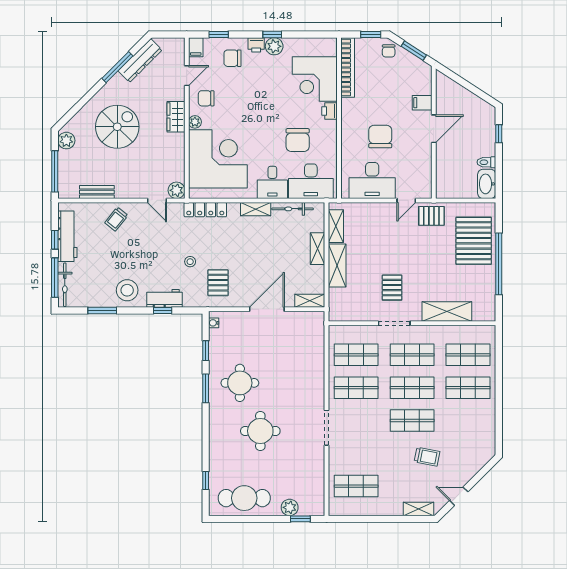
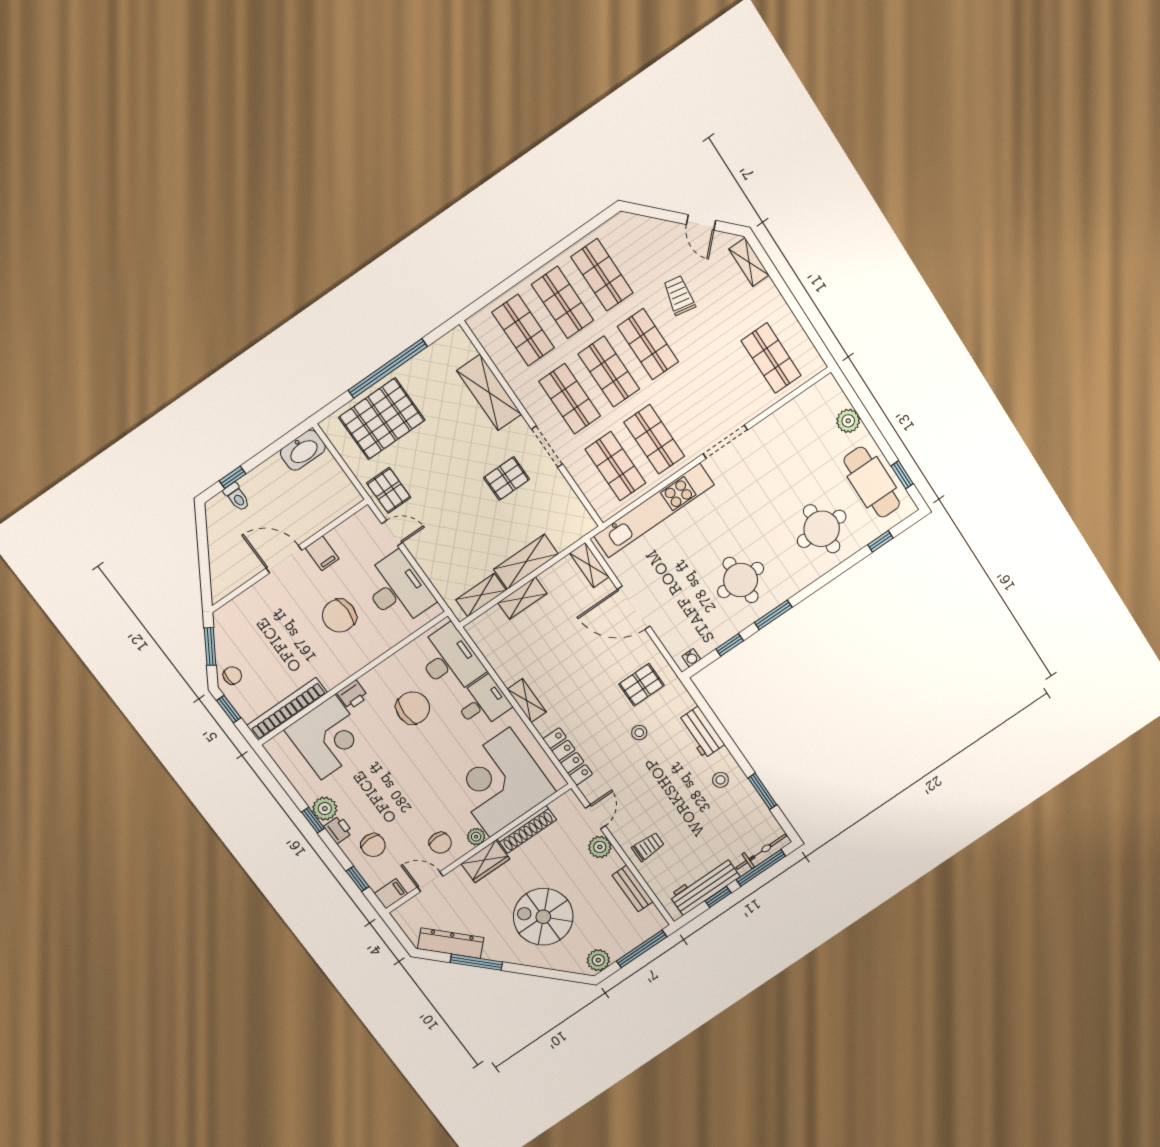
filing cabinet: (422, 103) -> (322, 553), moved
shoe rack: (178, 155) -> (527, 829), added
toilet: (486, 162) -> (237, 497), moved
plant: (176, 190) -> (600, 847), moved
bicycle: (292, 209) -> (497, 659), removed
trolley: (116, 219) -> (648, 847), turned -39
stool: (127, 290) -> (720, 780), width x0.53, depth x0.53
window: (163, 311) -> (717, 725), removed
kitchen unit: (315, 360) -> (654, 511), added
shop shelf: (468, 420) -> (602, 275), added
round table: (260, 431) -> (822, 529), moved
window: (300, 519) -> (902, 475), moved

